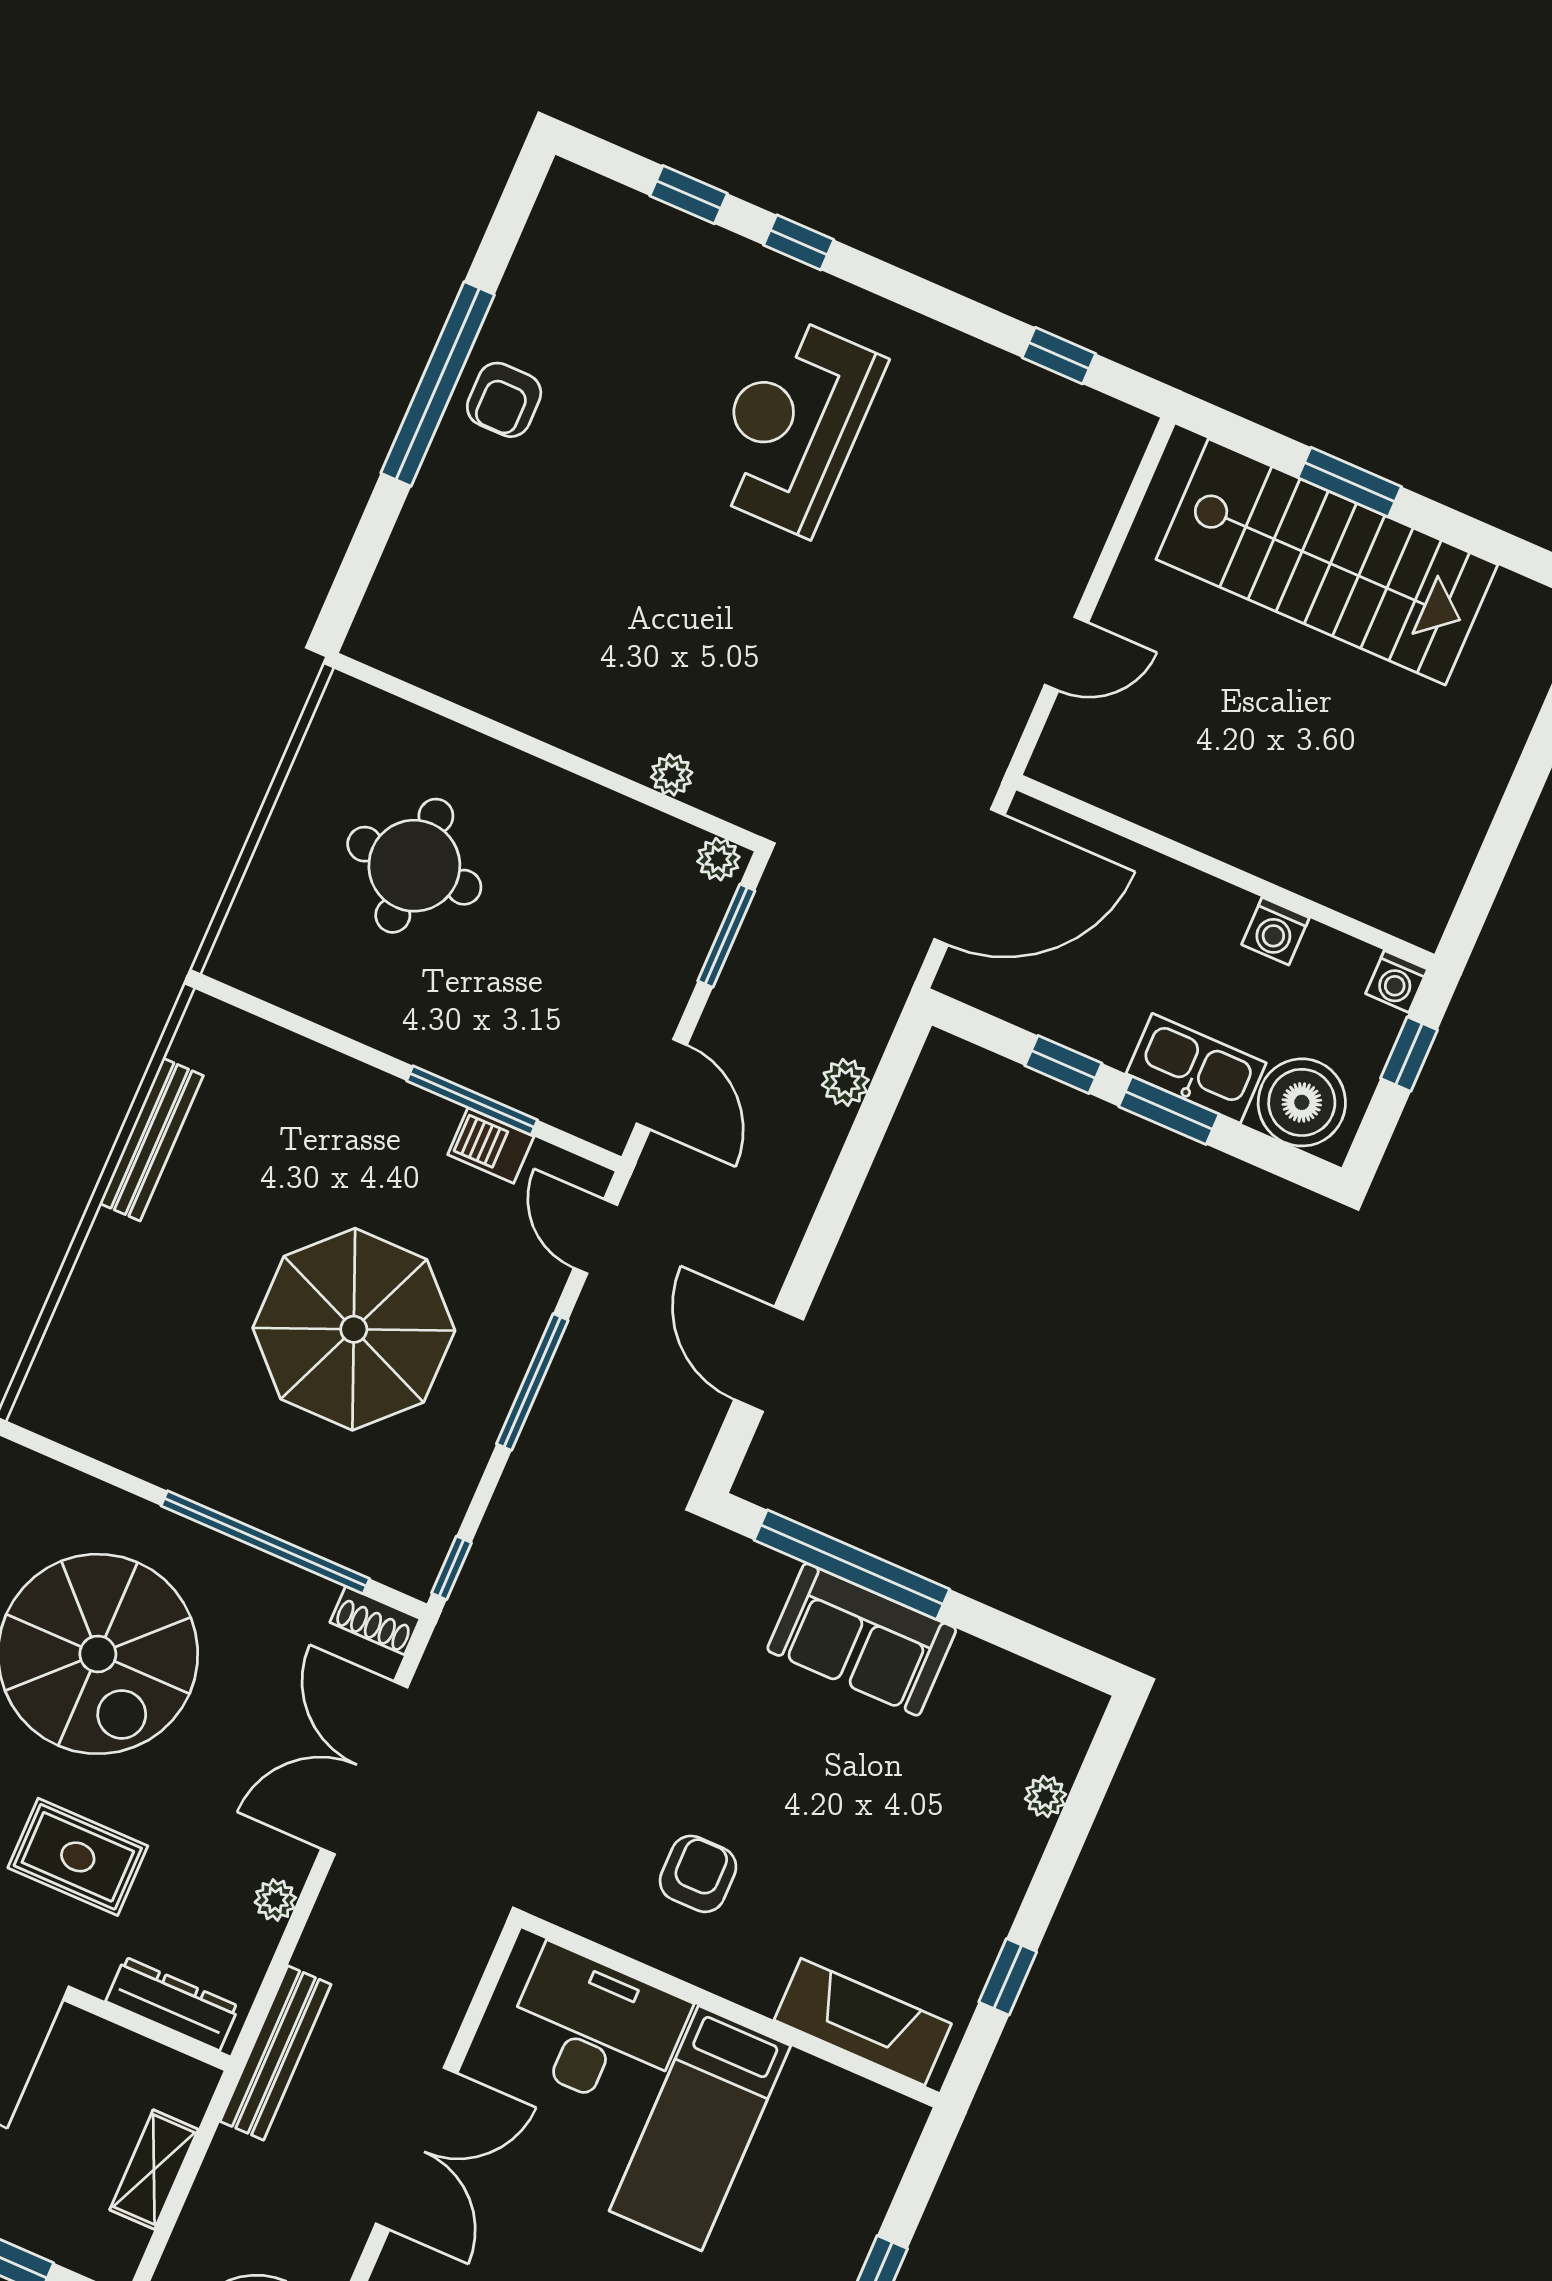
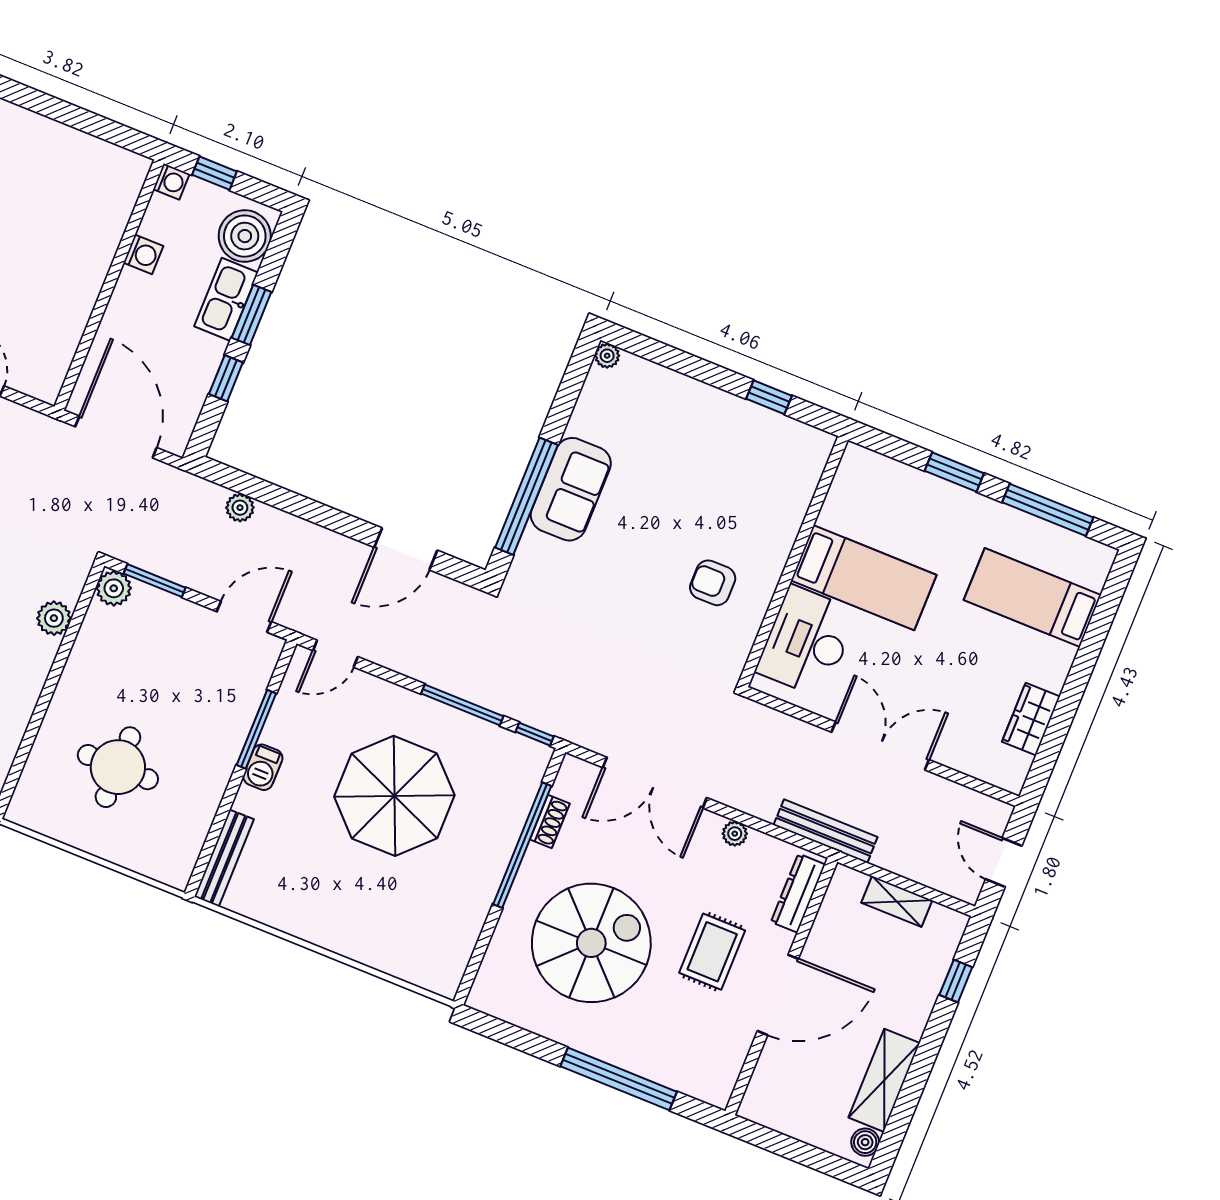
plant: (672, 775) -> (54, 618), width x1.38, depth x1.38
plant: (718, 859) -> (114, 588), width x1.38, depth x1.38
bench: (151, 1140) -> (224, 858), moved, turned 90
barbecue: (491, 1146) -> (263, 767), moved
window: (532, 1382) -> (462, 705), moved
shoe rack: (375, 1621) -> (550, 822), moved
plant: (1045, 1797) -> (607, 356), moved
fireplace: (863, 2022) -> (798, 483), removed

